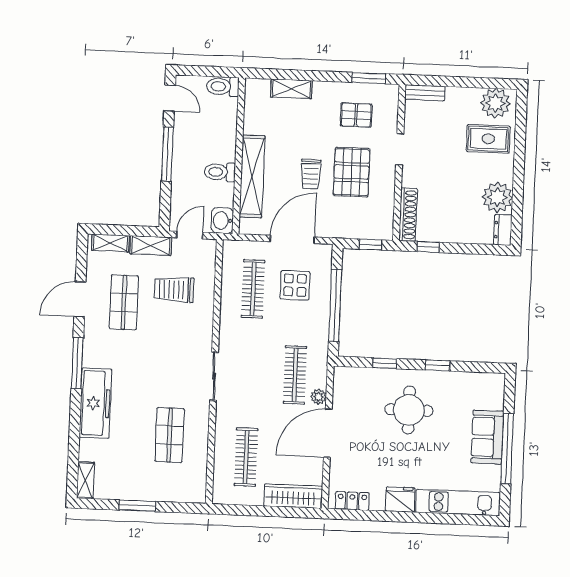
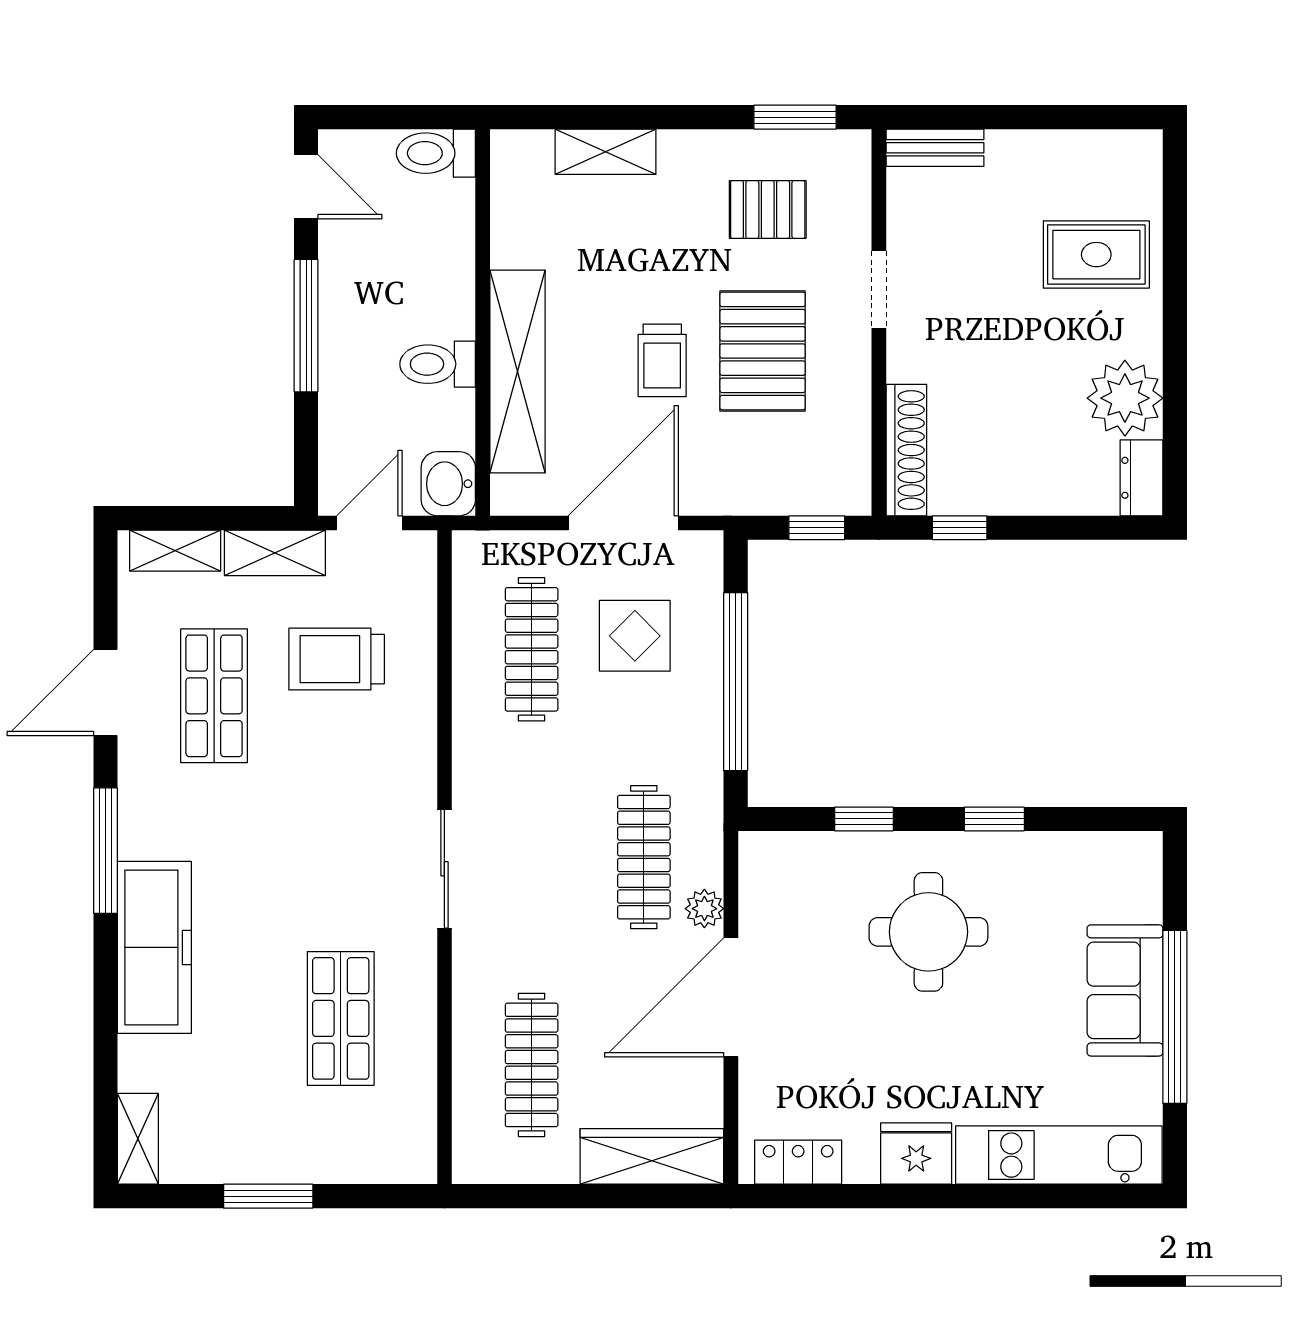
plant: (495, 103) -> (1110, 166), removed

